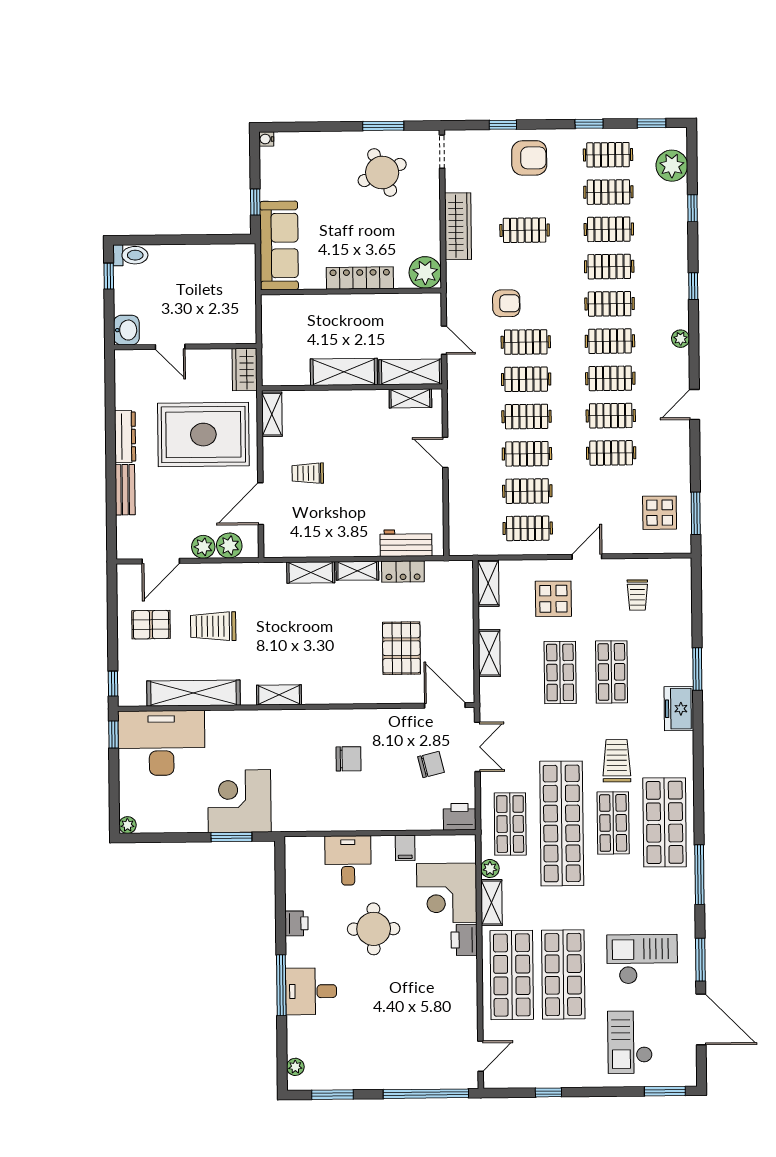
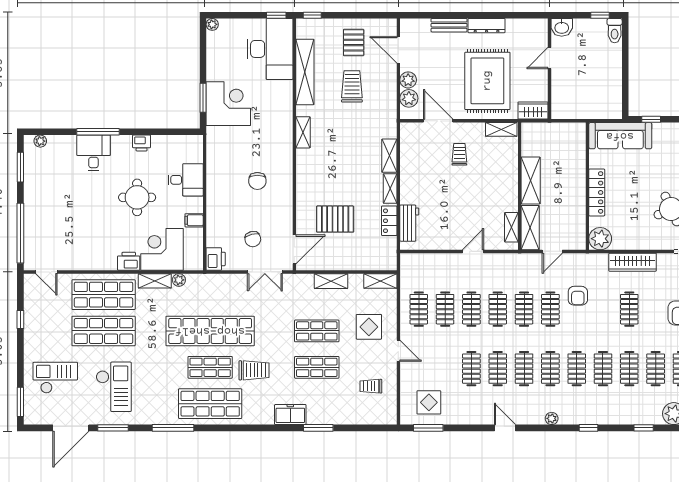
shop shelf: (510, 824) -> (210, 295), removed

